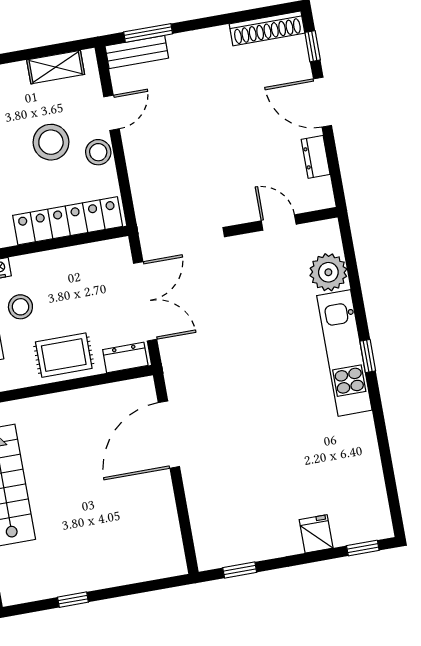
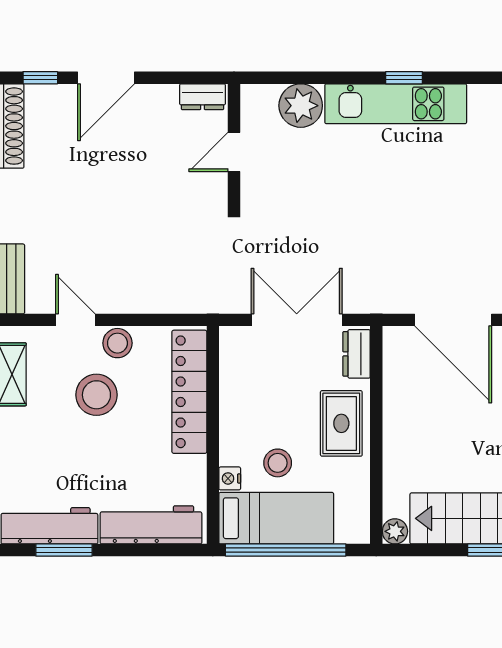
dresser: (316, 157) -> (202, 97), moved

